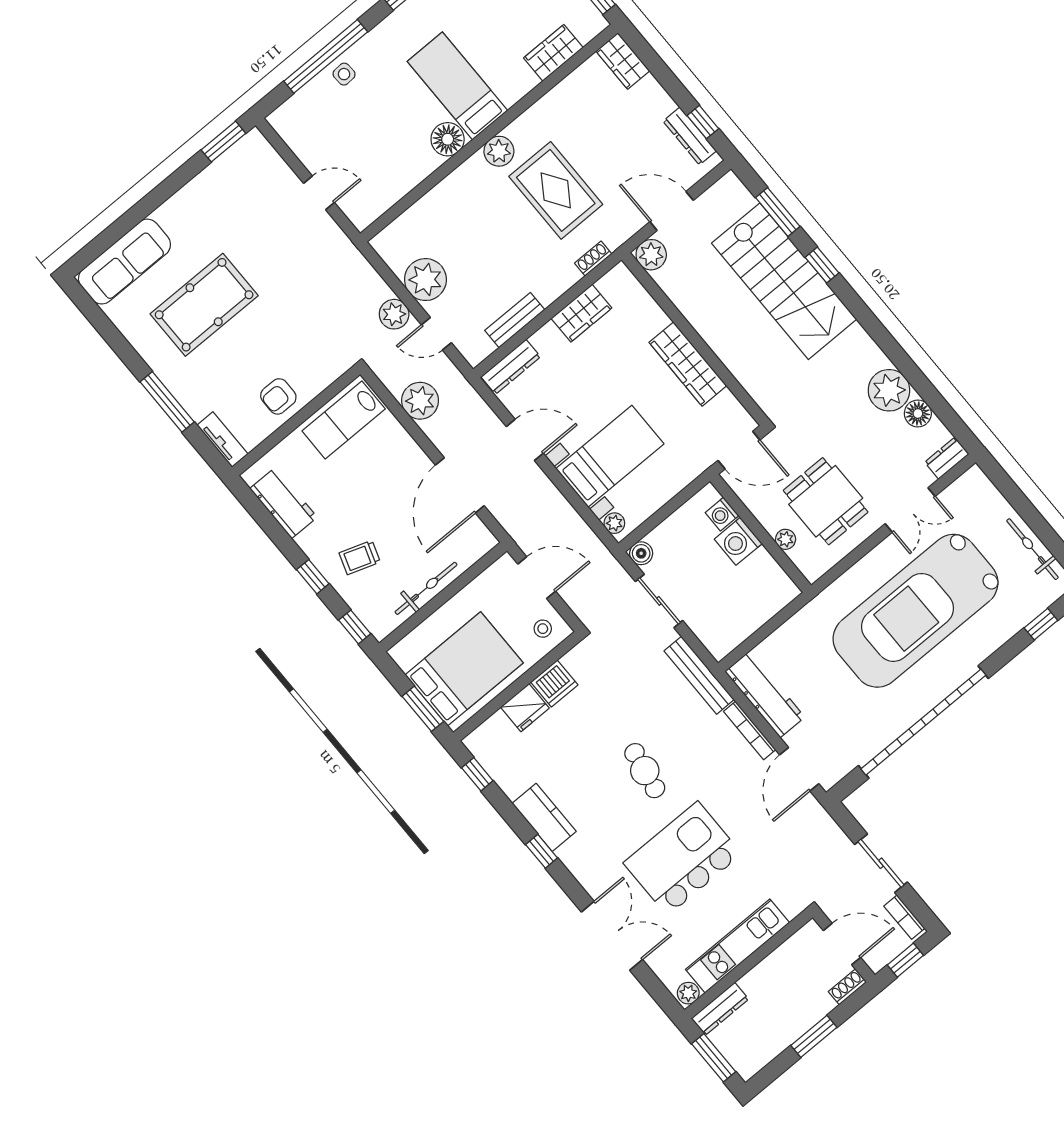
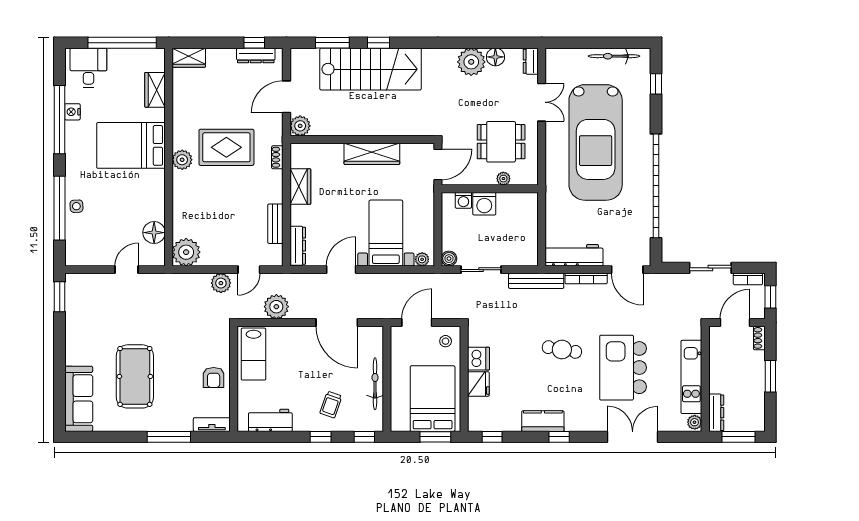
bed: (457, 86) -> (131, 145), width x1.50
floor lamp: (448, 139) -> (154, 233), moved
plant: (425, 280) -> (186, 252), moved

